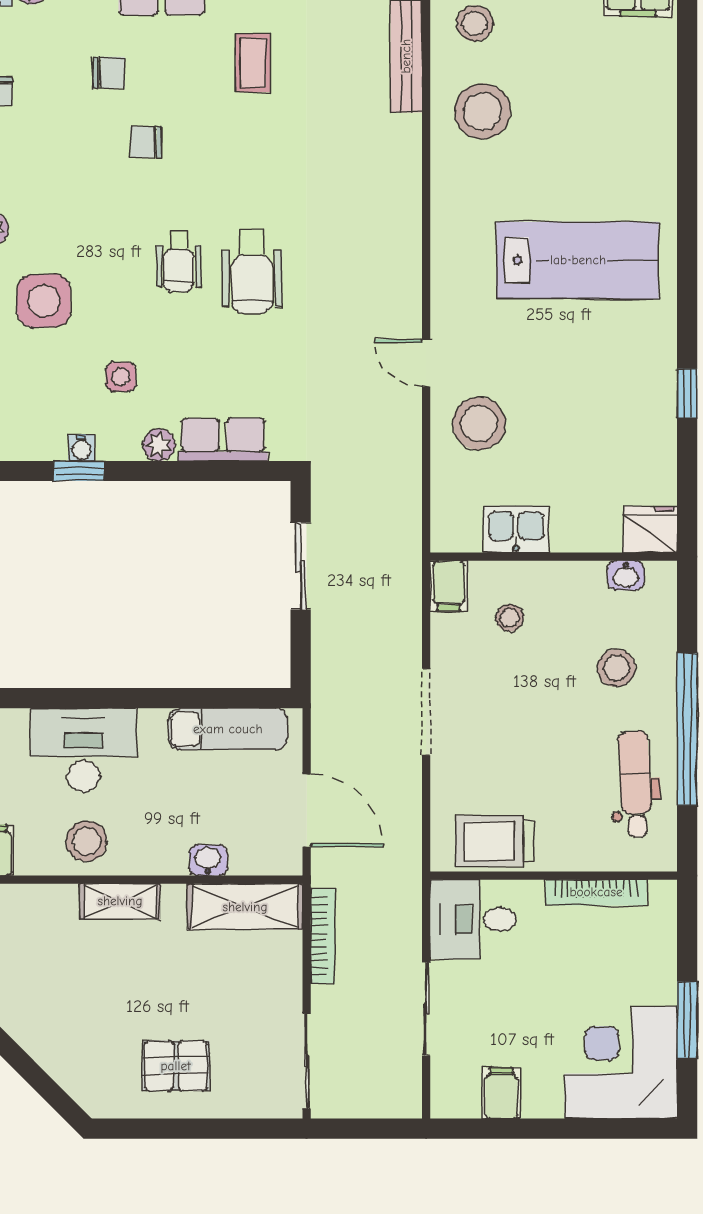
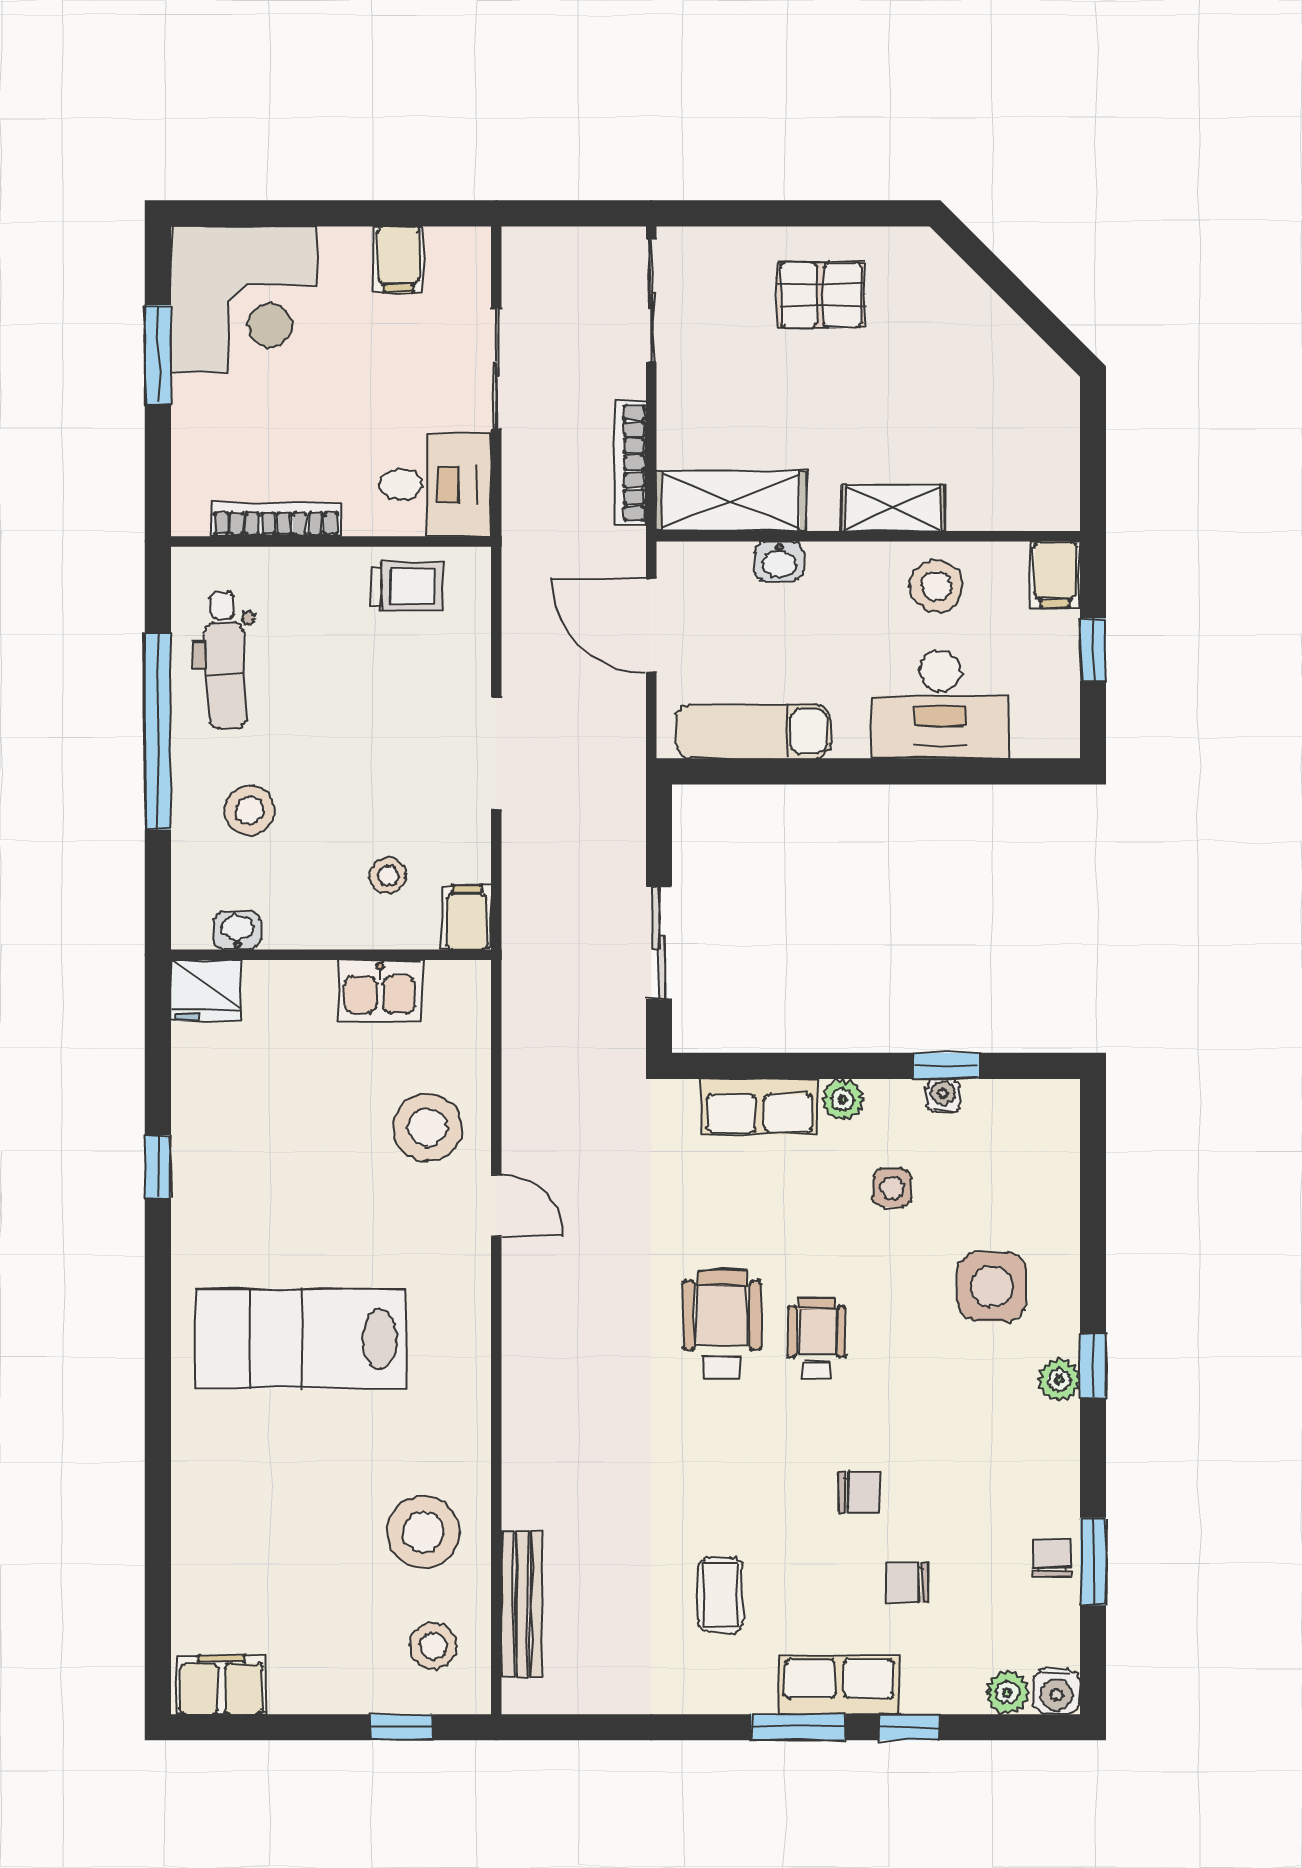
trolley: (495, 841) -> (407, 586), width x0.73, depth x0.72

